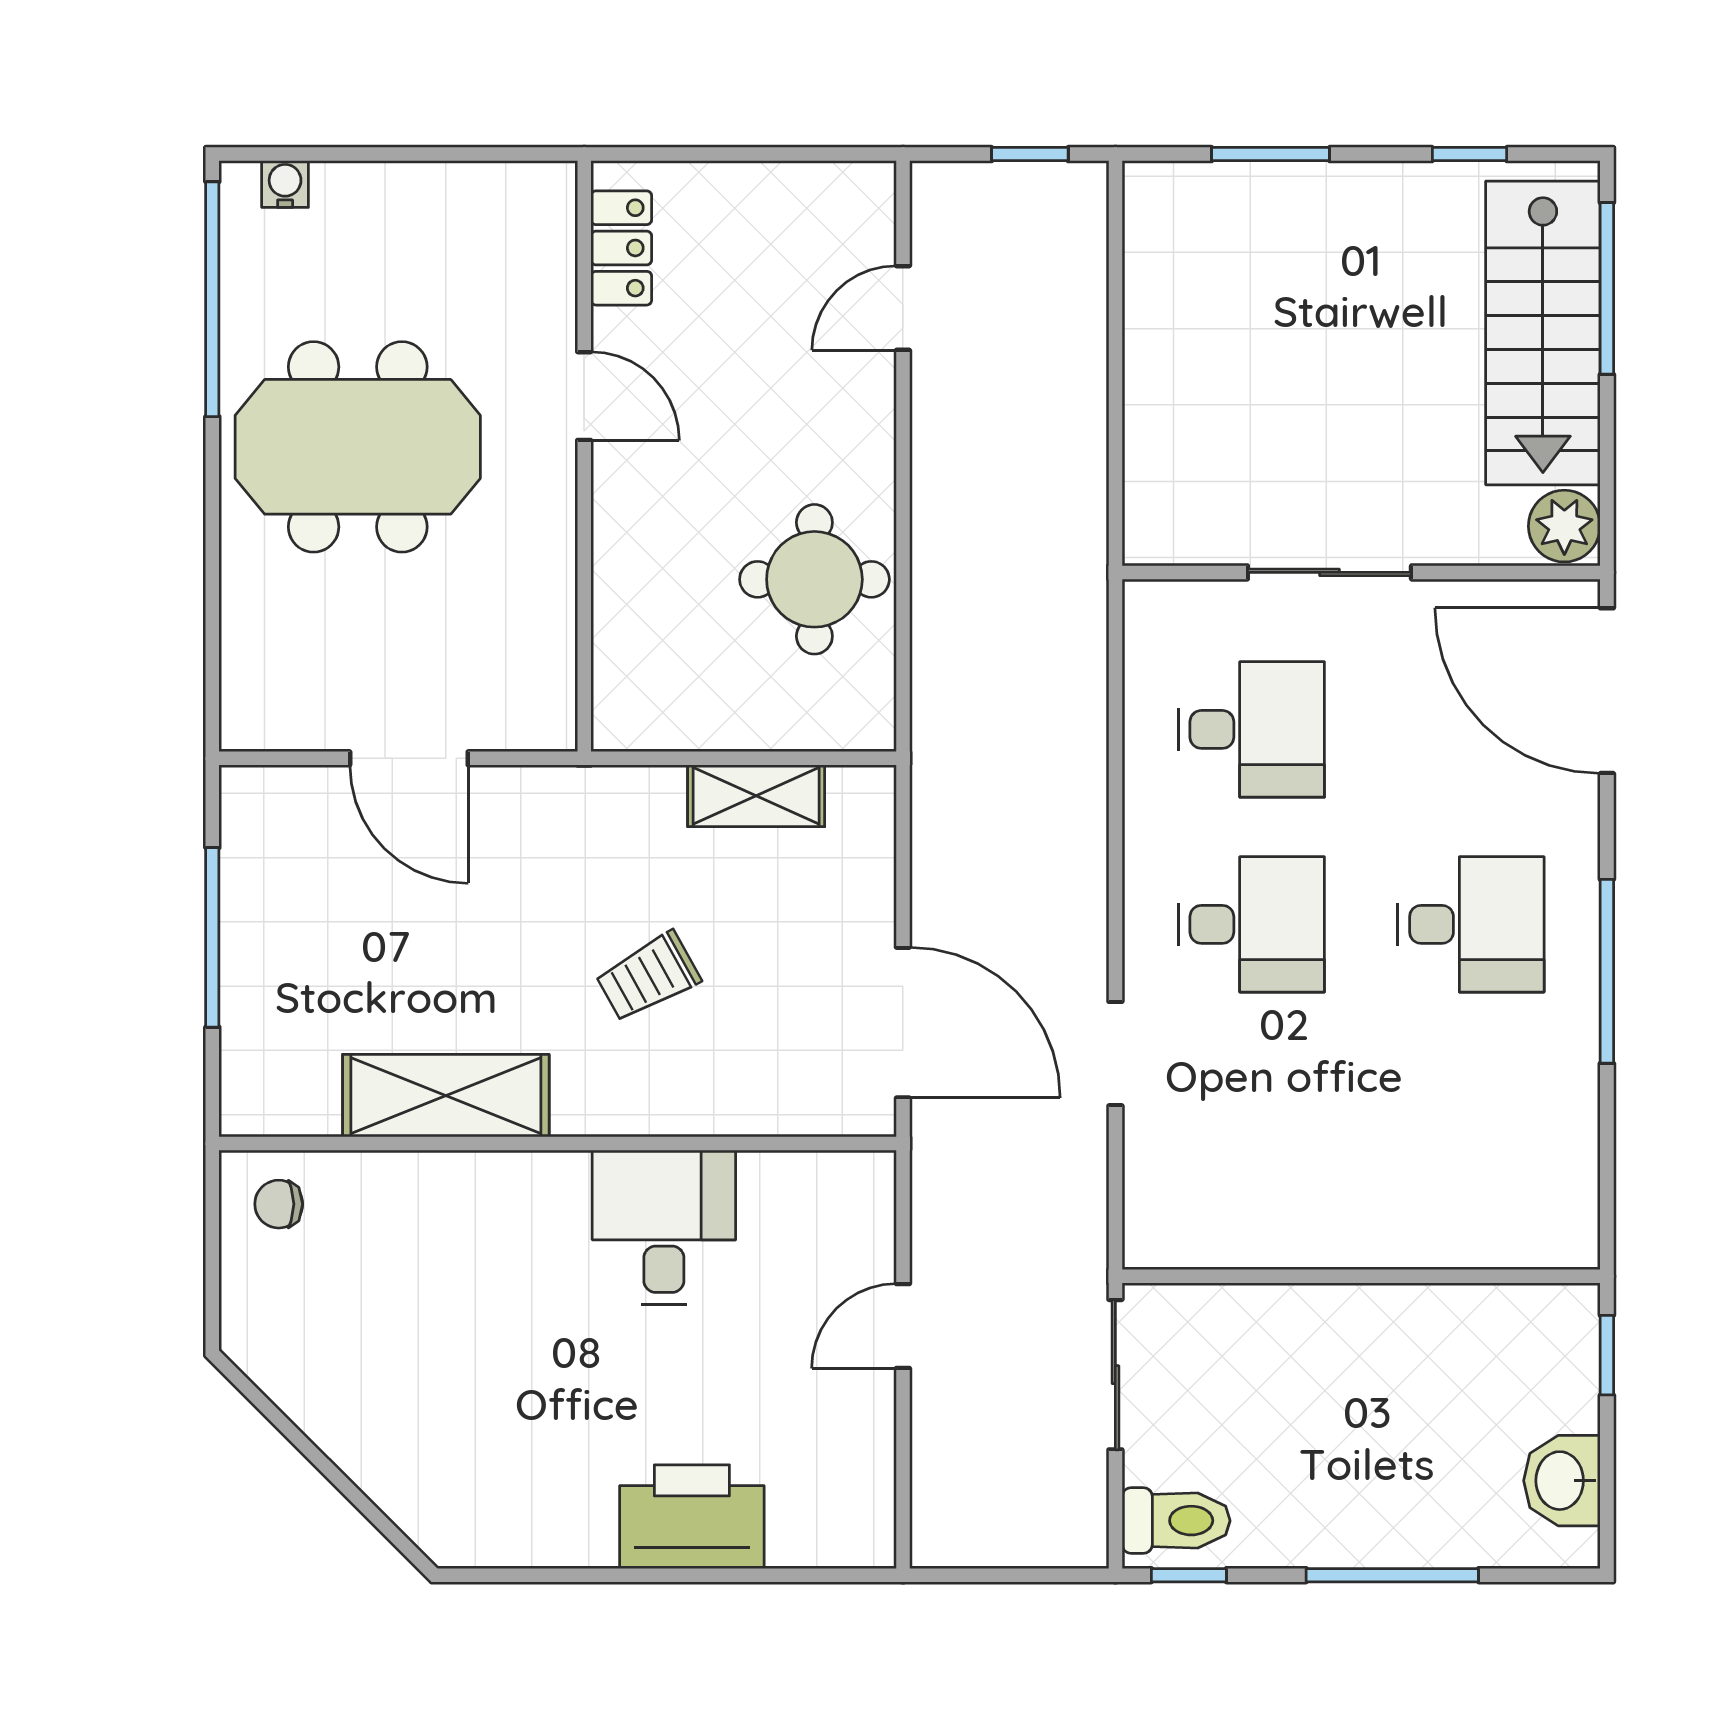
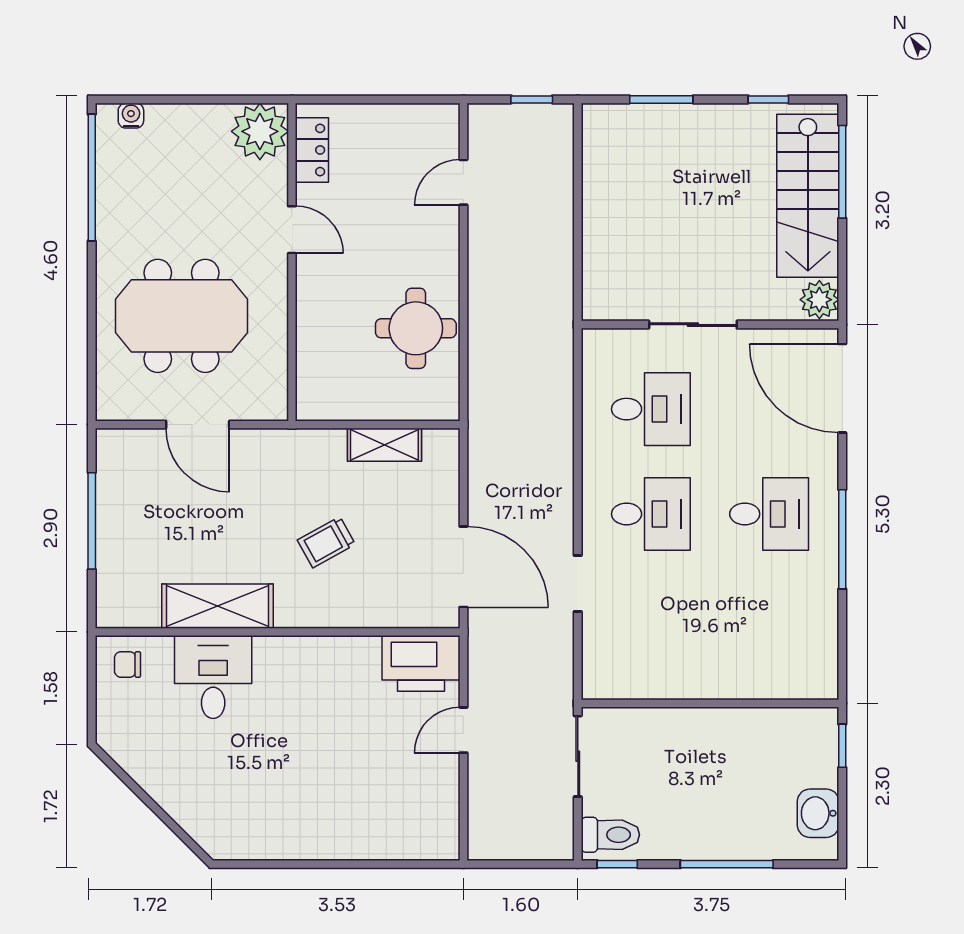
plant: (525, 214) -> (260, 131), added
meeting table: (358, 447) -> (181, 316), moved
desk: (664, 1227) -> (213, 677), moved
printer: (692, 1517) -> (421, 663), moved, turned 180

